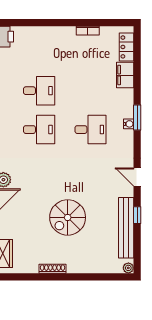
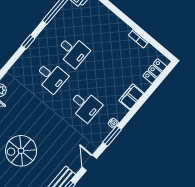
filing cabinet: (125, 75) -> (131, 97), moved
window: (137, 118) -> (112, 136), moved

